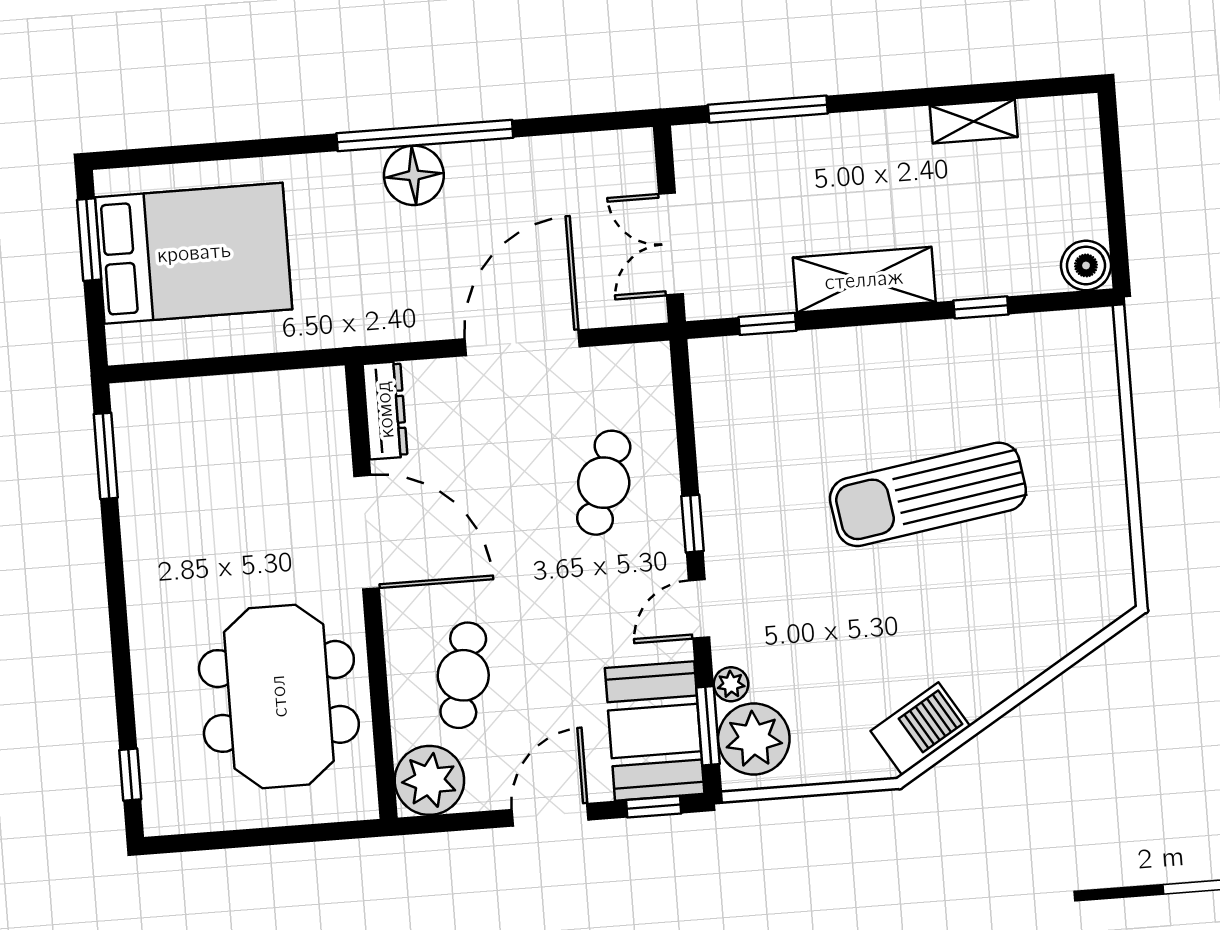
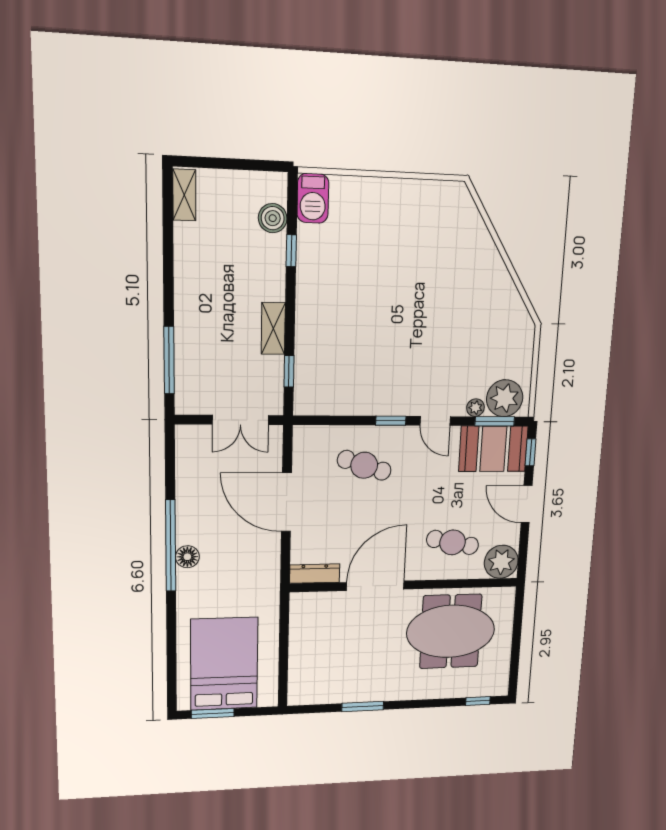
shelving: (974, 121) -> (184, 195), moved
floor lamp: (414, 175) -> (187, 557), width x0.73, depth x0.73
boiler: (1086, 265) -> (273, 218), moved
shelving: (864, 280) -> (273, 328), width x0.67, depth x0.75
window: (106, 456) -> (363, 706), moved
sun lounger: (928, 494) -> (390, 292), removed
barbecue: (920, 729) -> (313, 198), moved, turned -149

